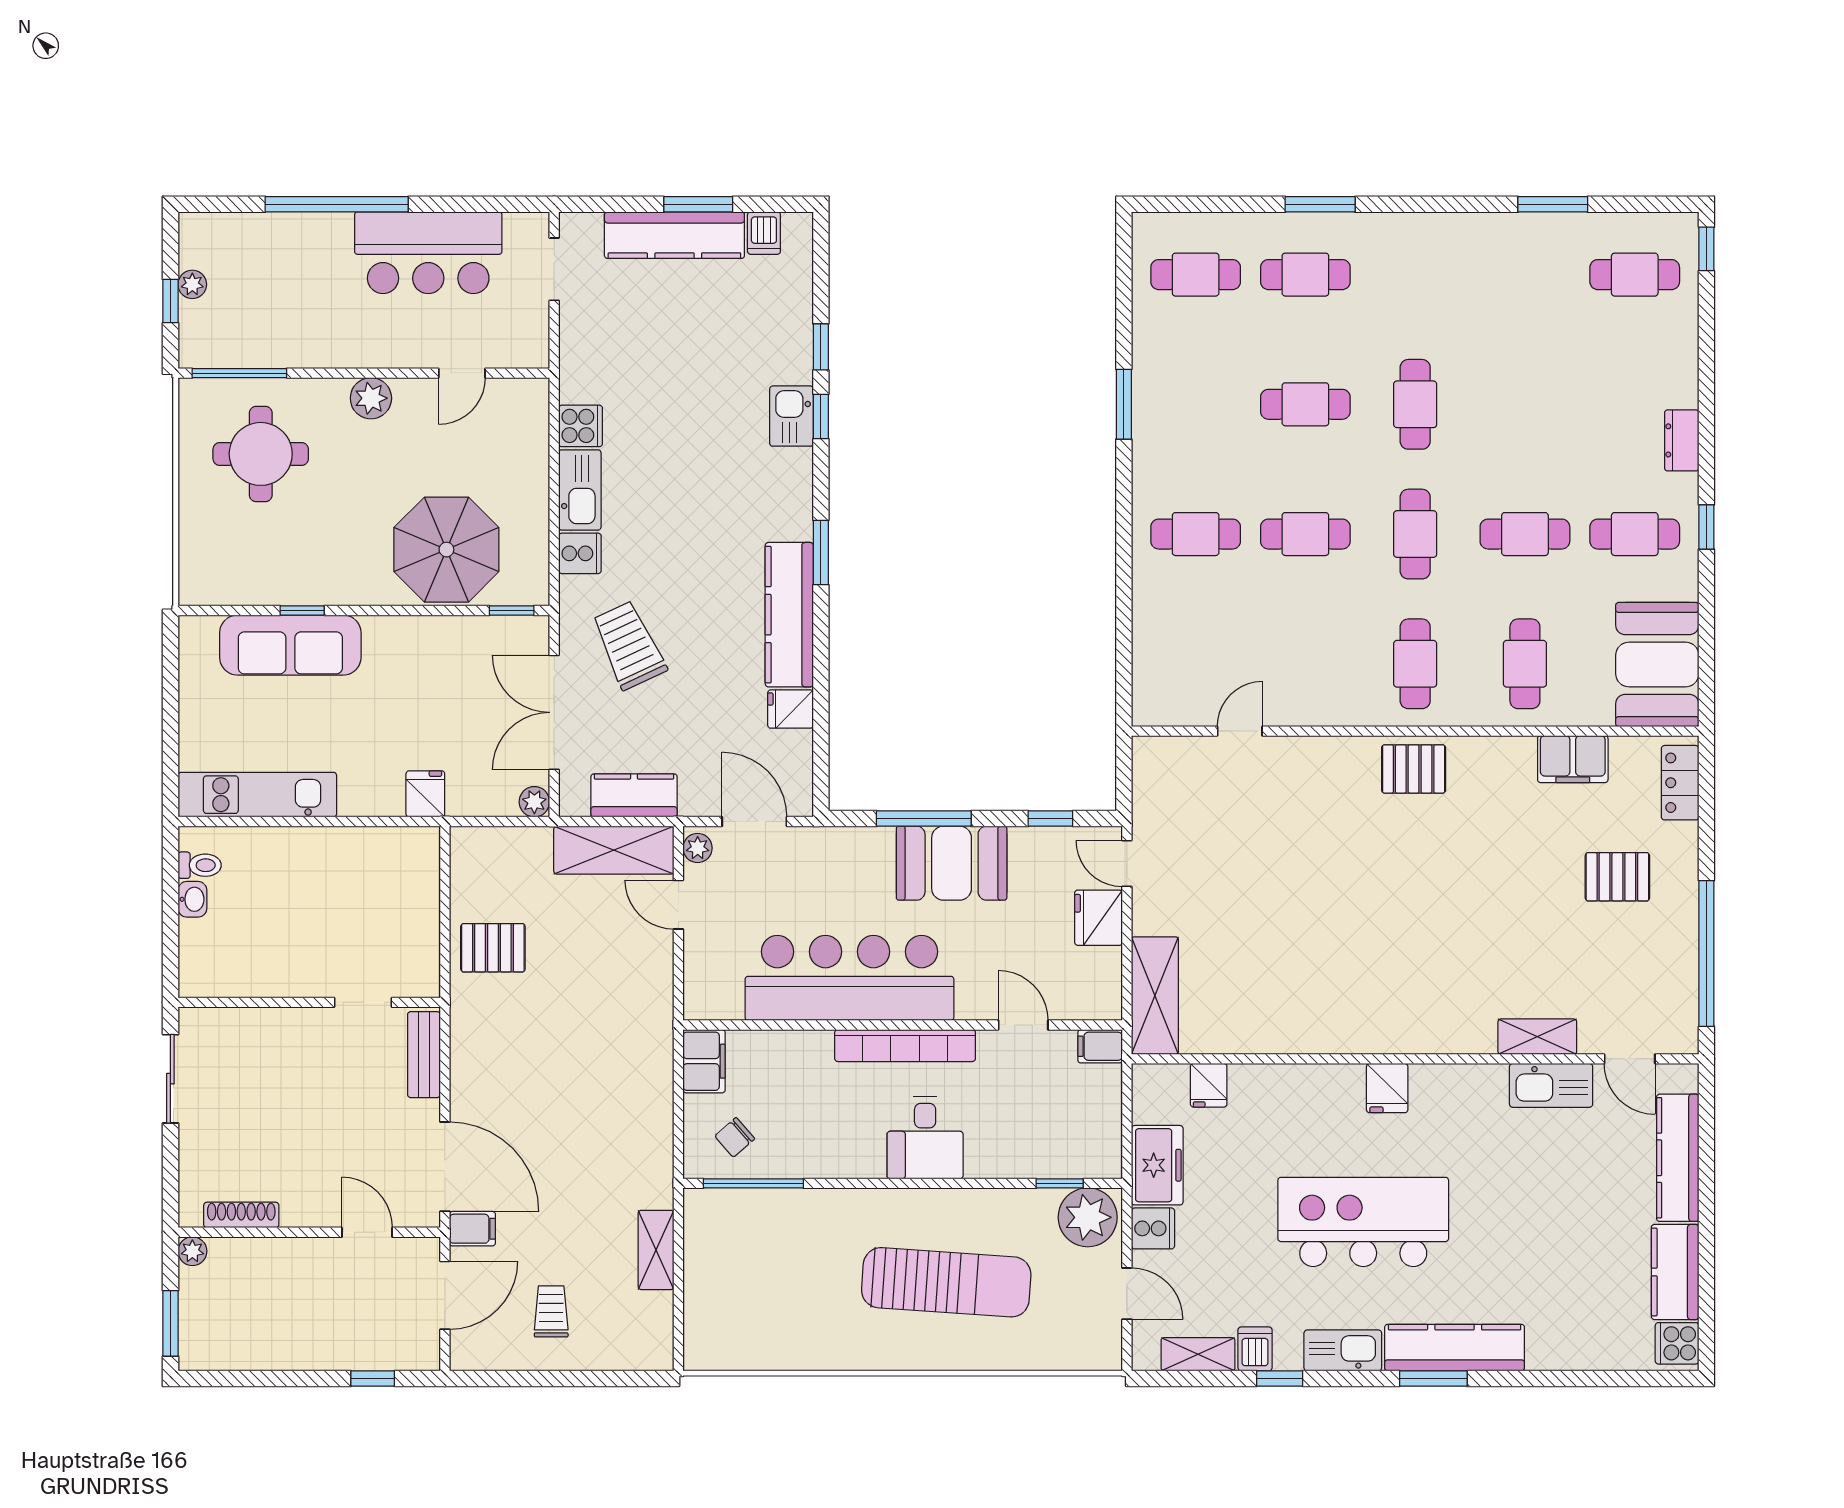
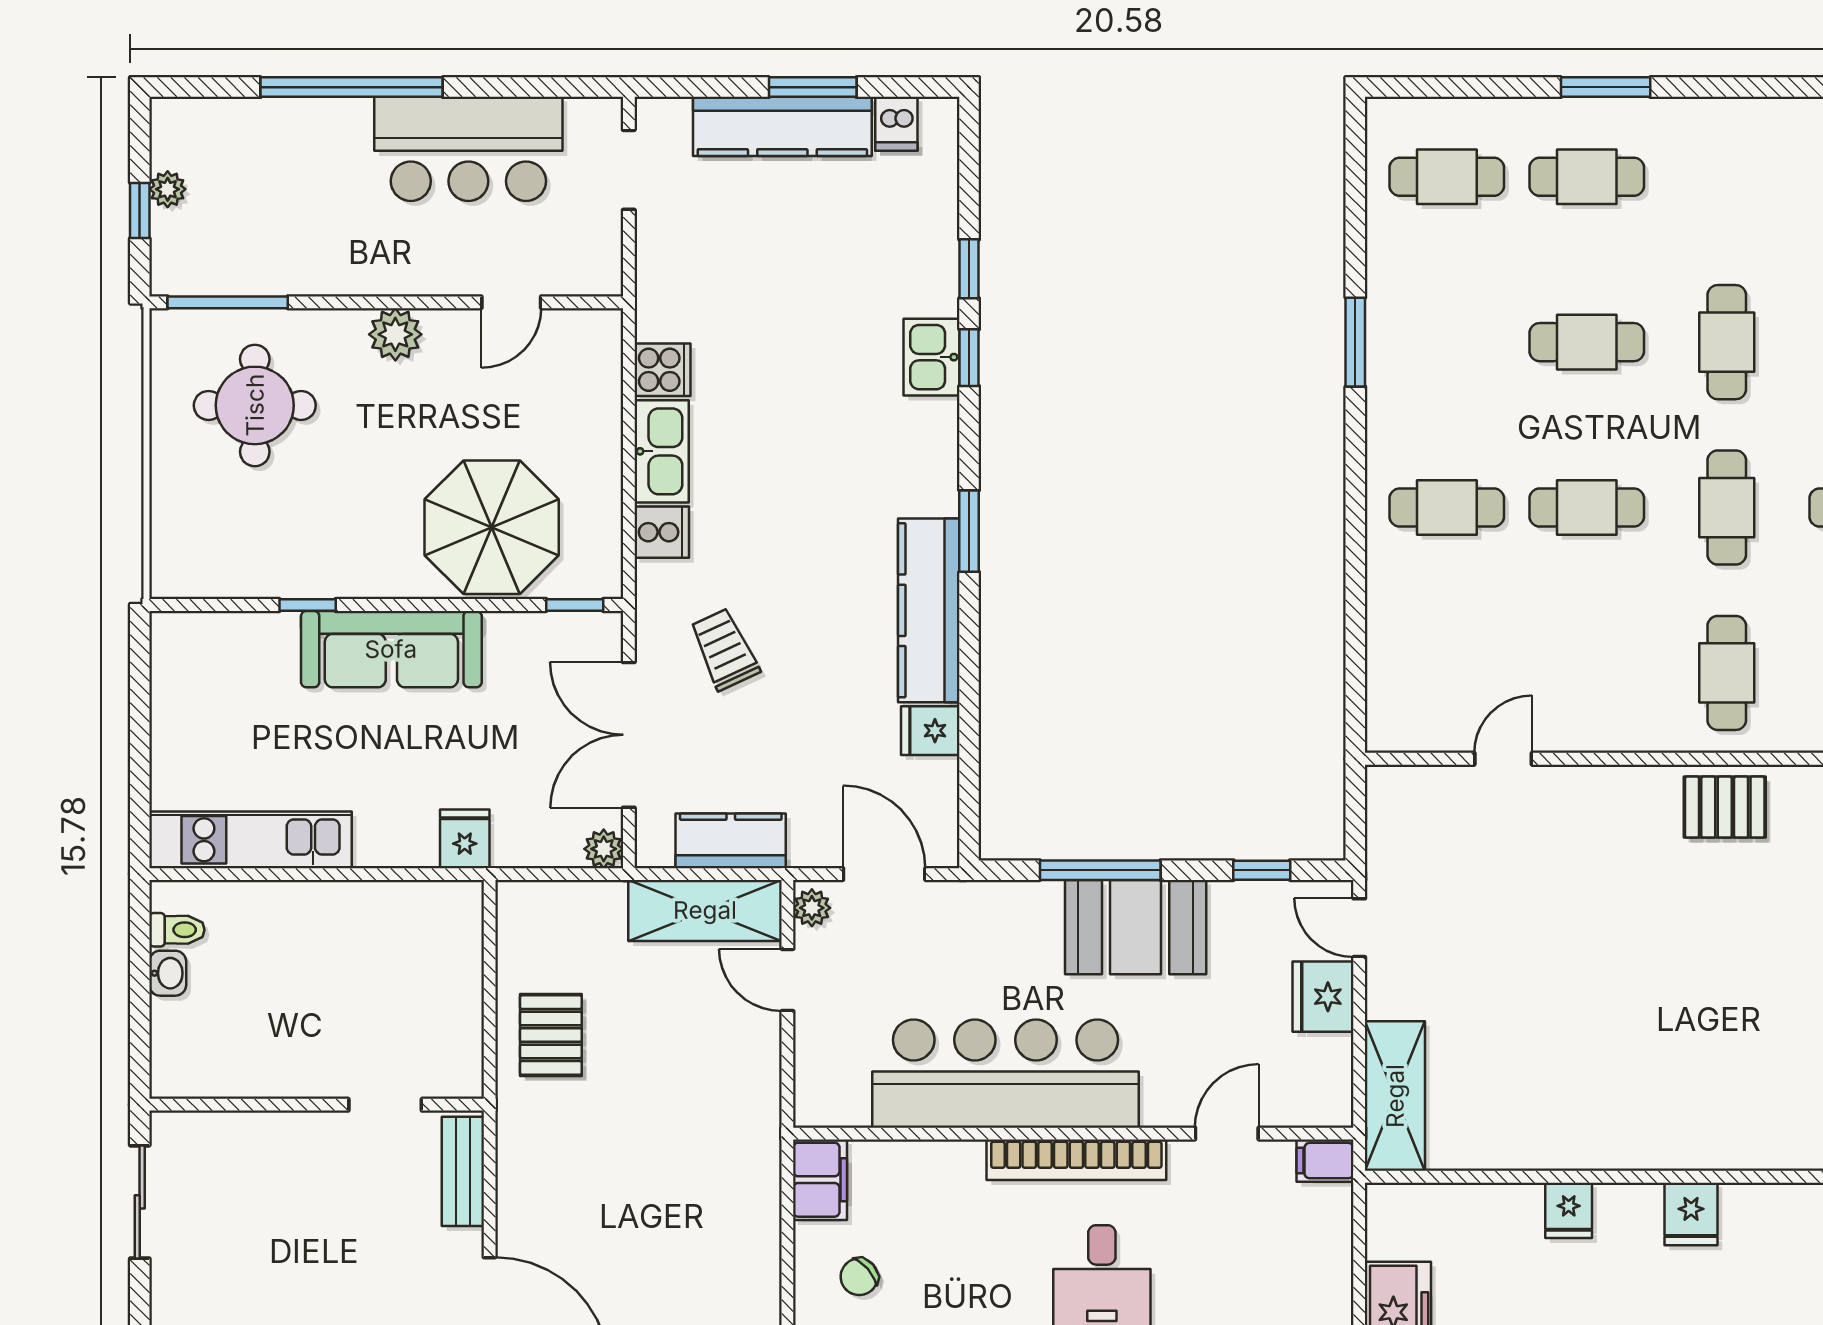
sofa: (290, 645) -> (391, 649), moved
trolley: (629, 645) -> (724, 649), width x0.73, depth x0.72
pallet: (493, 948) -> (551, 1035), turned 90
door: (1023, 1025) -> (1227, 1134), hinge flipped
fridge: (1209, 1085) -> (1569, 1210), moved

